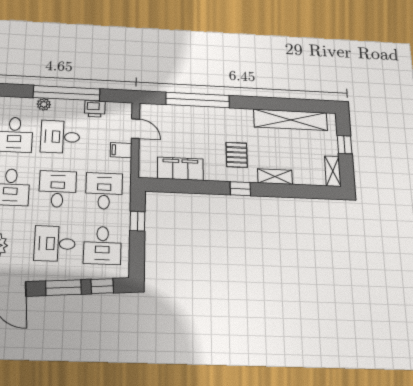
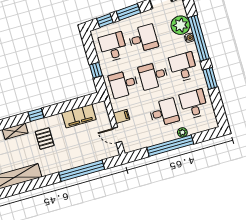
printer: (95, 109) -> (148, 141), removed
desk: (58, 189) -> (153, 75), turned 90
desk: (104, 191) -> (124, 84), turned 90

